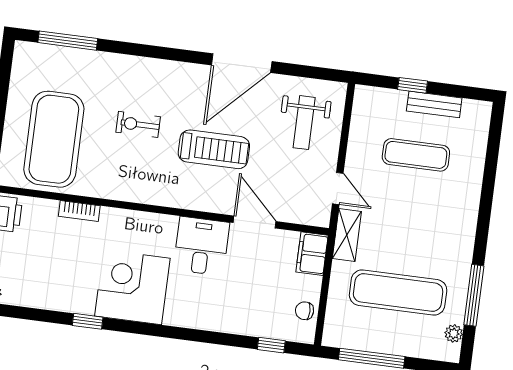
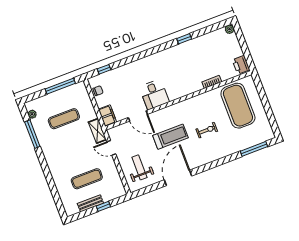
treadmill: (214, 149) -> (170, 137), turned 180
corner desk: (132, 287) -> (173, 62), removed
exercise mat: (398, 293) -> (64, 119), width x0.73, depth x0.69

